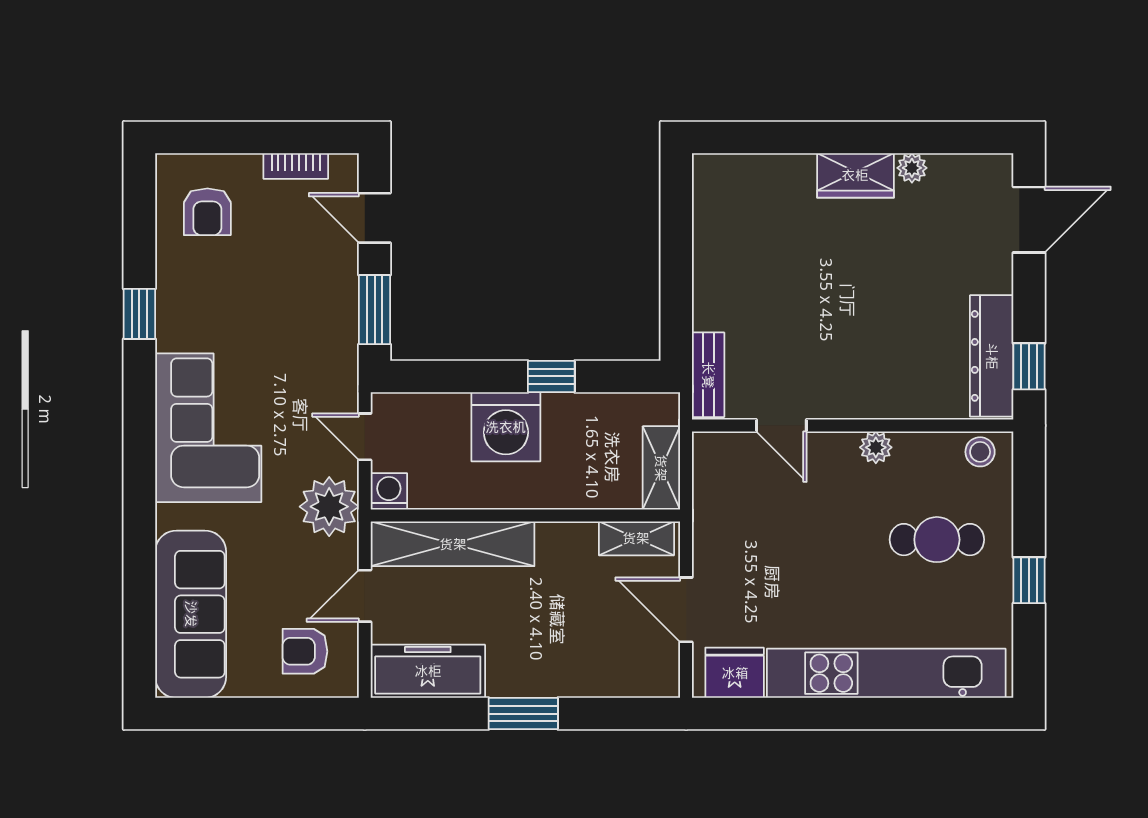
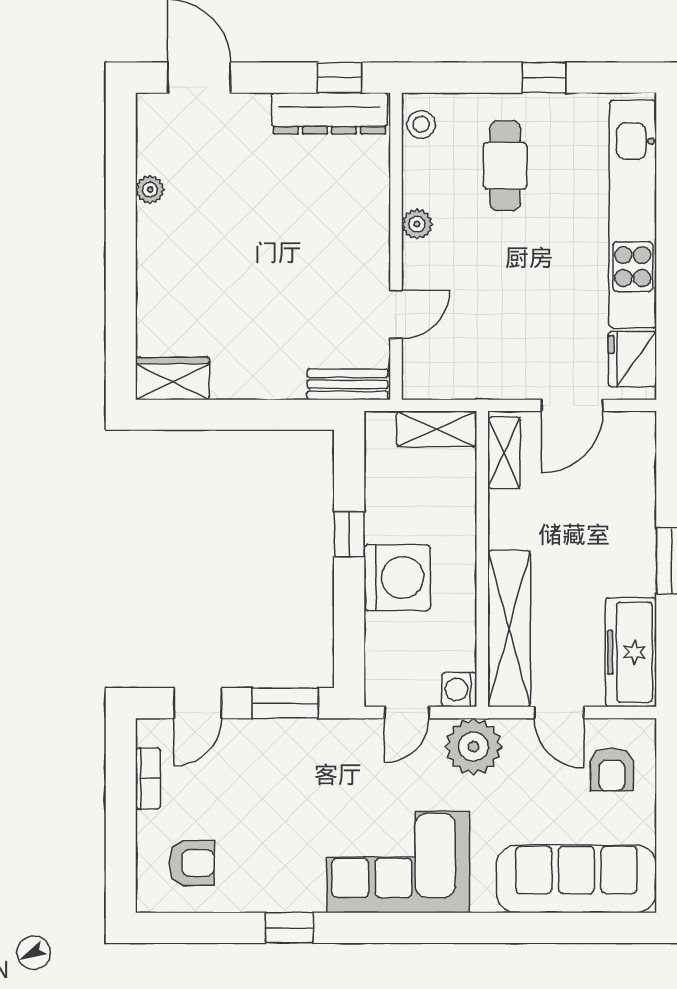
wardrobe: (855, 175) -> (172, 378), moved, turned -90

